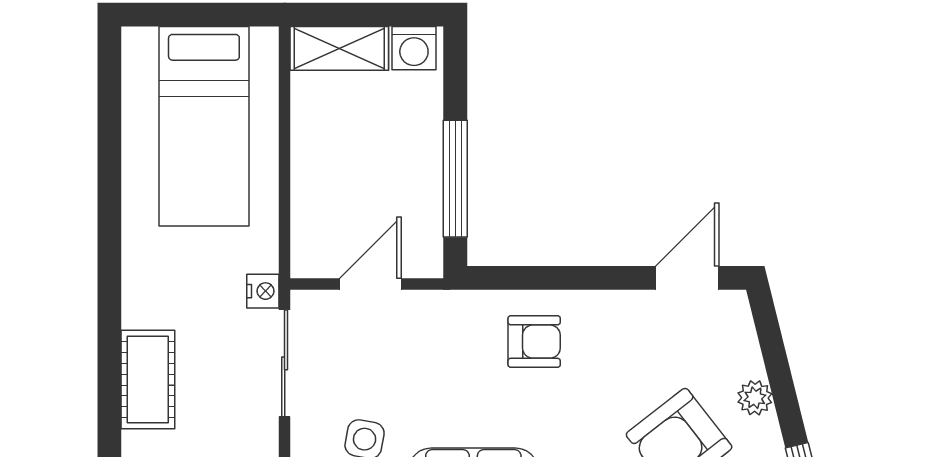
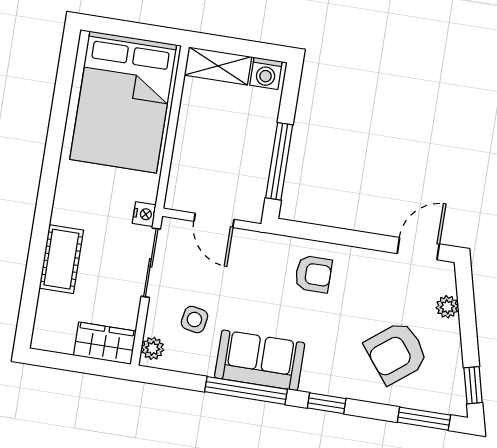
bed: (204, 126) -> (123, 102), width x1.50
door: (370, 284) -> (214, 220), swing flipped
plant: (755, 398) -> (447, 307), moved

